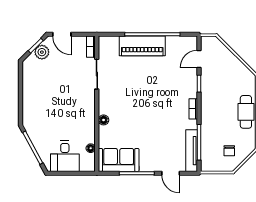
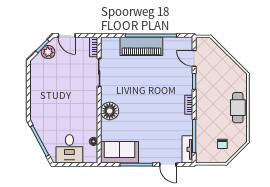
door: (199, 59) -> (194, 58), hinge flipped
floor lamp: (104, 120) -> (110, 111), width x1.89, depth x1.89
tv unit: (192, 151) -> (187, 149), width x0.71

